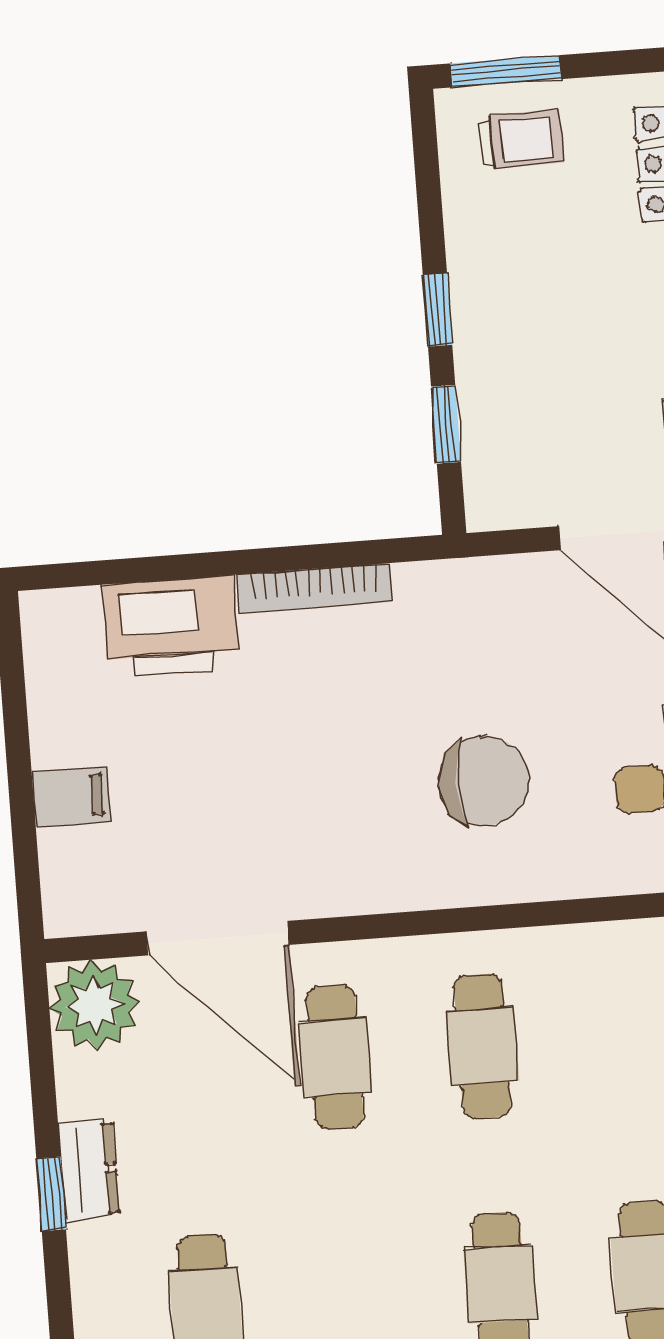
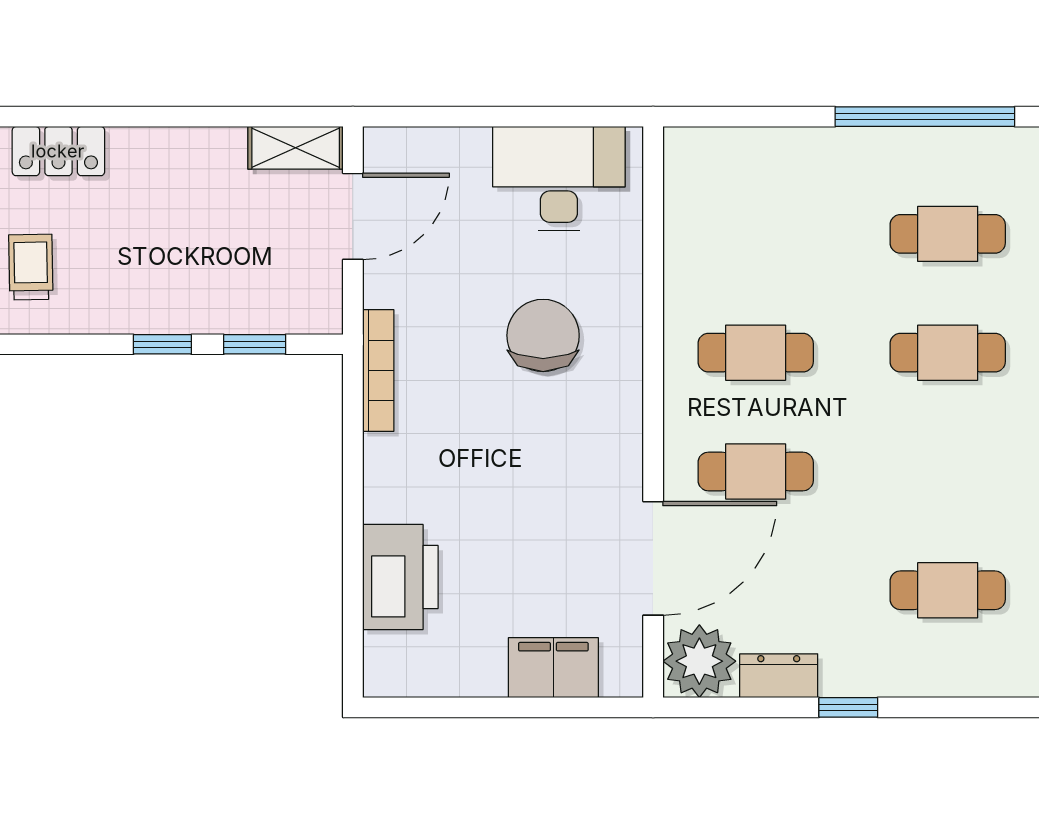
bookcase: (315, 588) -> (378, 371), moved
filing cabinet: (71, 797) -> (553, 668), width x2.00
dresser: (89, 1169) -> (779, 676), moved

